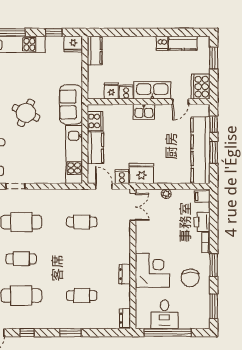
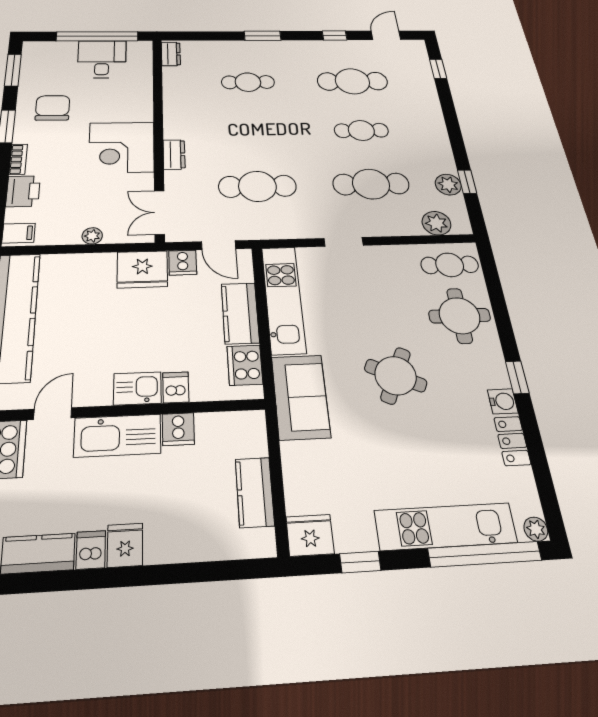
kitchen counter: (95, 51) -> (255, 492), moved
fridge: (111, 91) -> (125, 545), moved, turned 180
dishwasher: (127, 112) -> (176, 387), added
doorway: (15, 186) -> (344, 242), moved
cafe table: (82, 222) -> (257, 186), width x1.37, depth x1.35
corner desk: (152, 270) -> (122, 147), moved
dresser: (125, 274) -> (174, 154), moved

